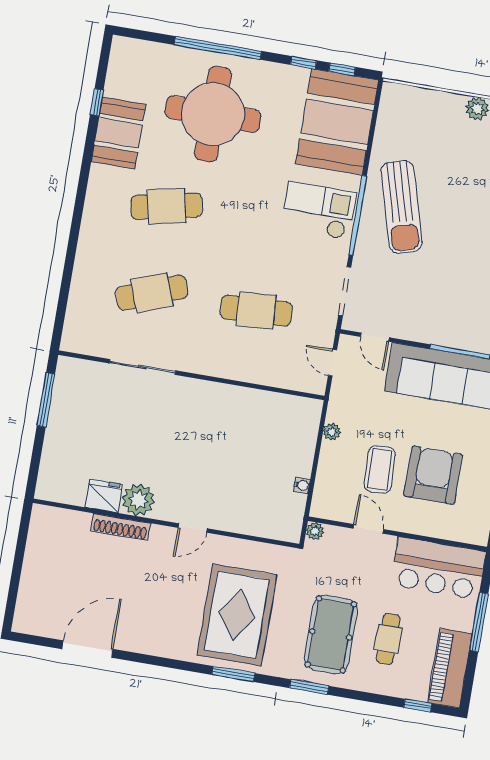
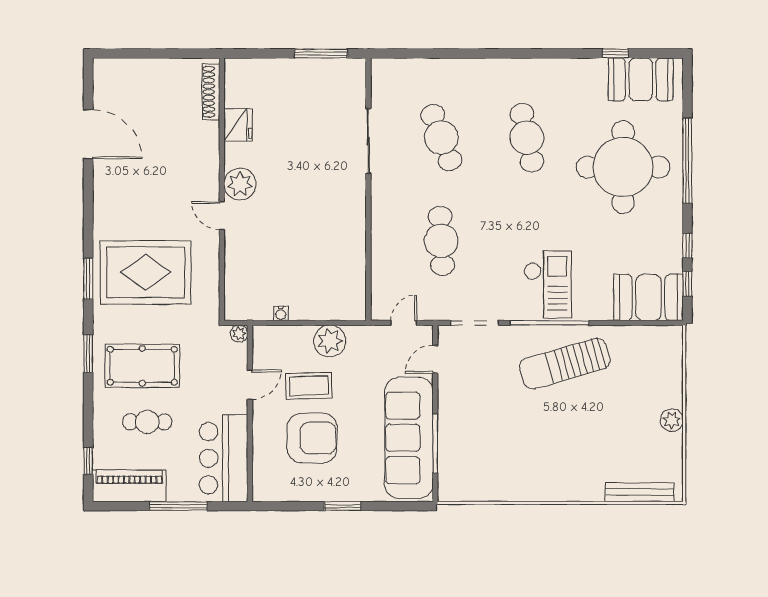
booth: (337, 122) -> (648, 297), width x0.73, depth x0.70
booth: (119, 133) -> (641, 79), moved
plant: (332, 432) -> (330, 341), width x1.87, depth x1.87
plant: (138, 500) -> (240, 184), moved
shoe rack: (120, 527) -> (211, 92), moved

